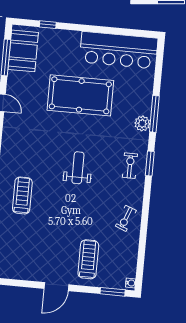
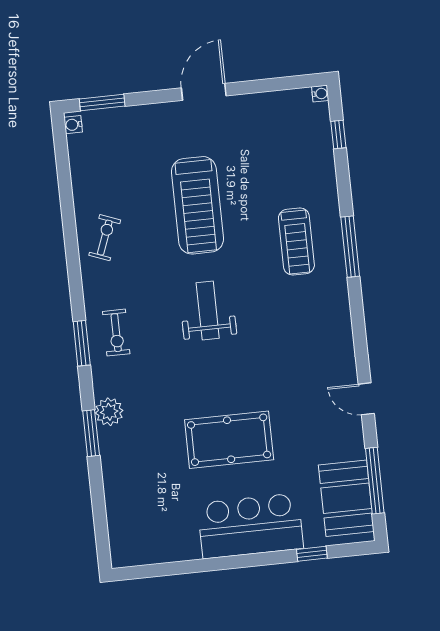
bar counter: (119, 50) -> (250, 526), moved, width x0.73
pool table: (80, 95) -> (229, 440), width x0.73, depth x0.76
window: (154, 114) -> (91, 433), width x0.69
weight bench: (78, 168) -> (208, 310), turned 180
treadmill: (88, 259) -> (197, 205), moved, width x1.37, depth x1.38

